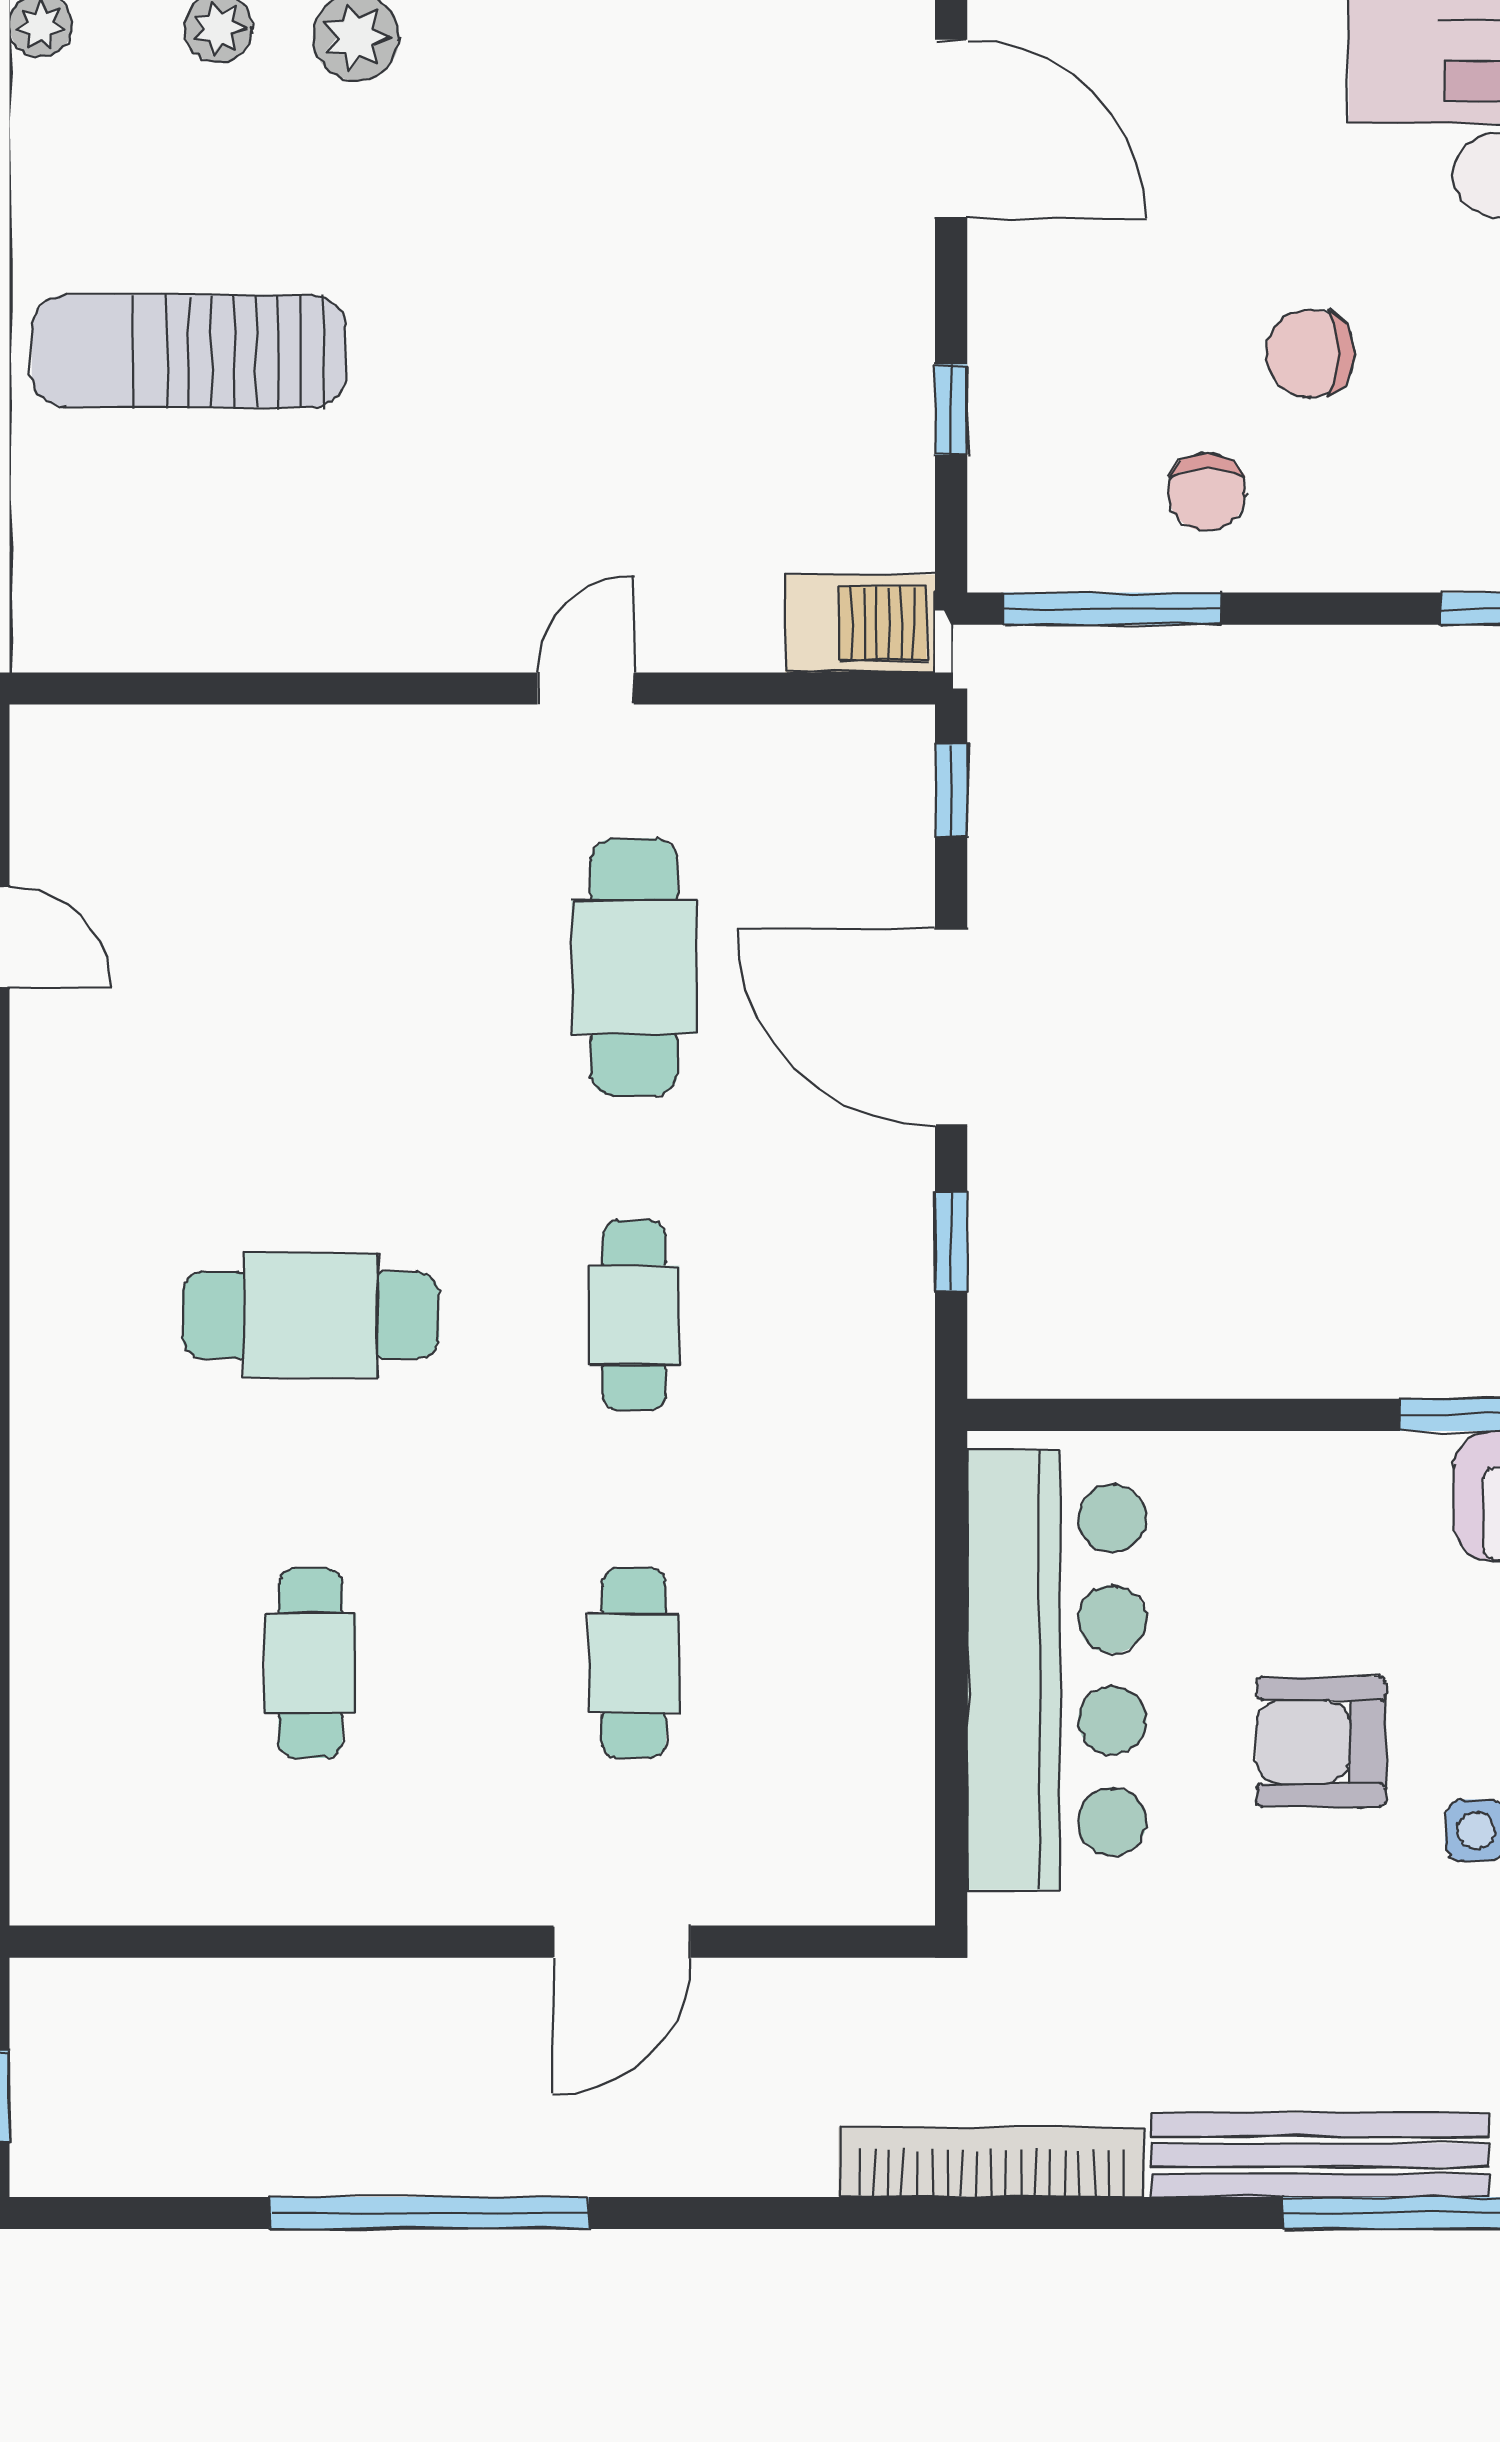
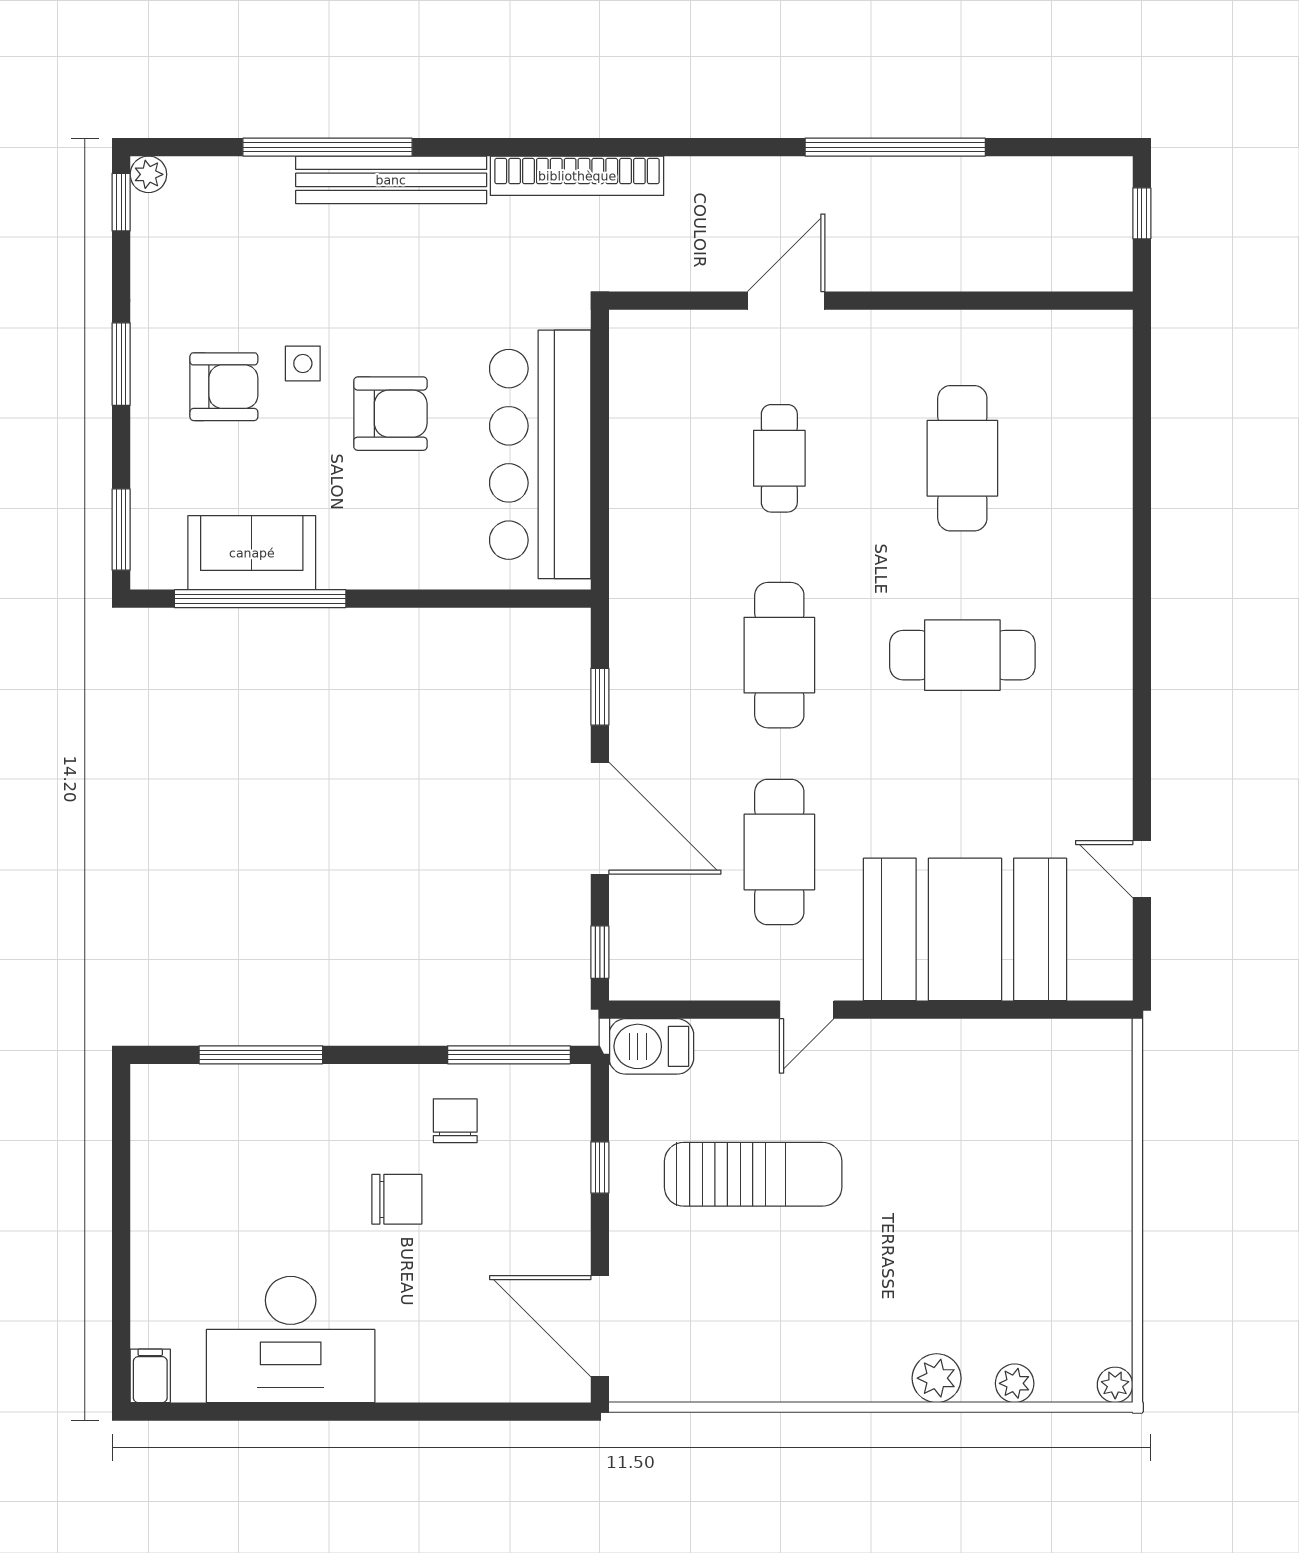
sun lounger: (189, 351) -> (753, 1174), moved
booth: (306, 830) -> (965, 929), added
cafe table: (634, 1315) -> (779, 655), width x1.37, depth x1.35
cafe table: (311, 1663) -> (962, 458), width x1.37, depth x1.35

